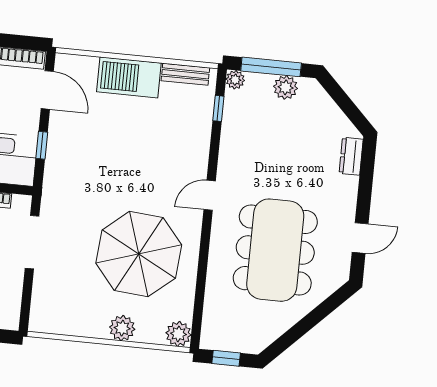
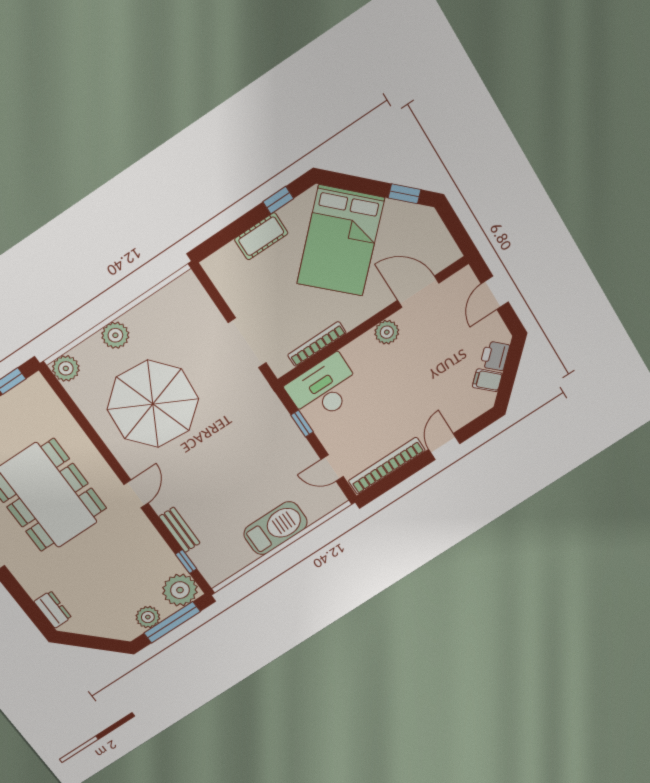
bench: (185, 74) -> (179, 530), moved, turned 90
plant: (235, 80) -> (180, 590), width x1.88, depth x1.88
door: (47, 90) -> (332, 468), width x0.73

